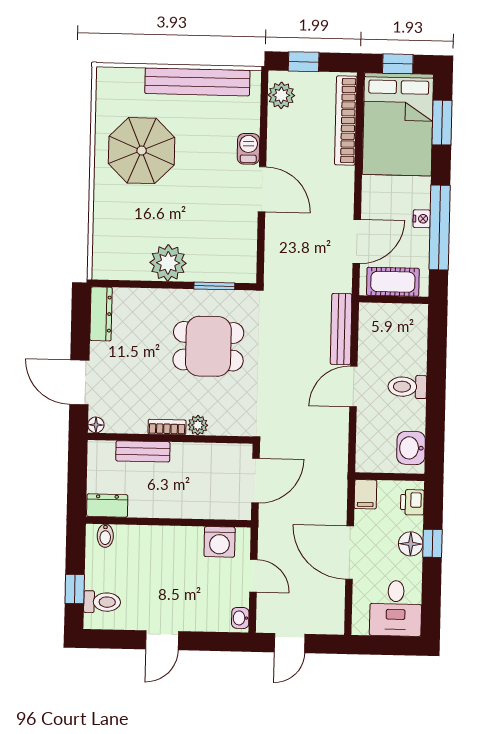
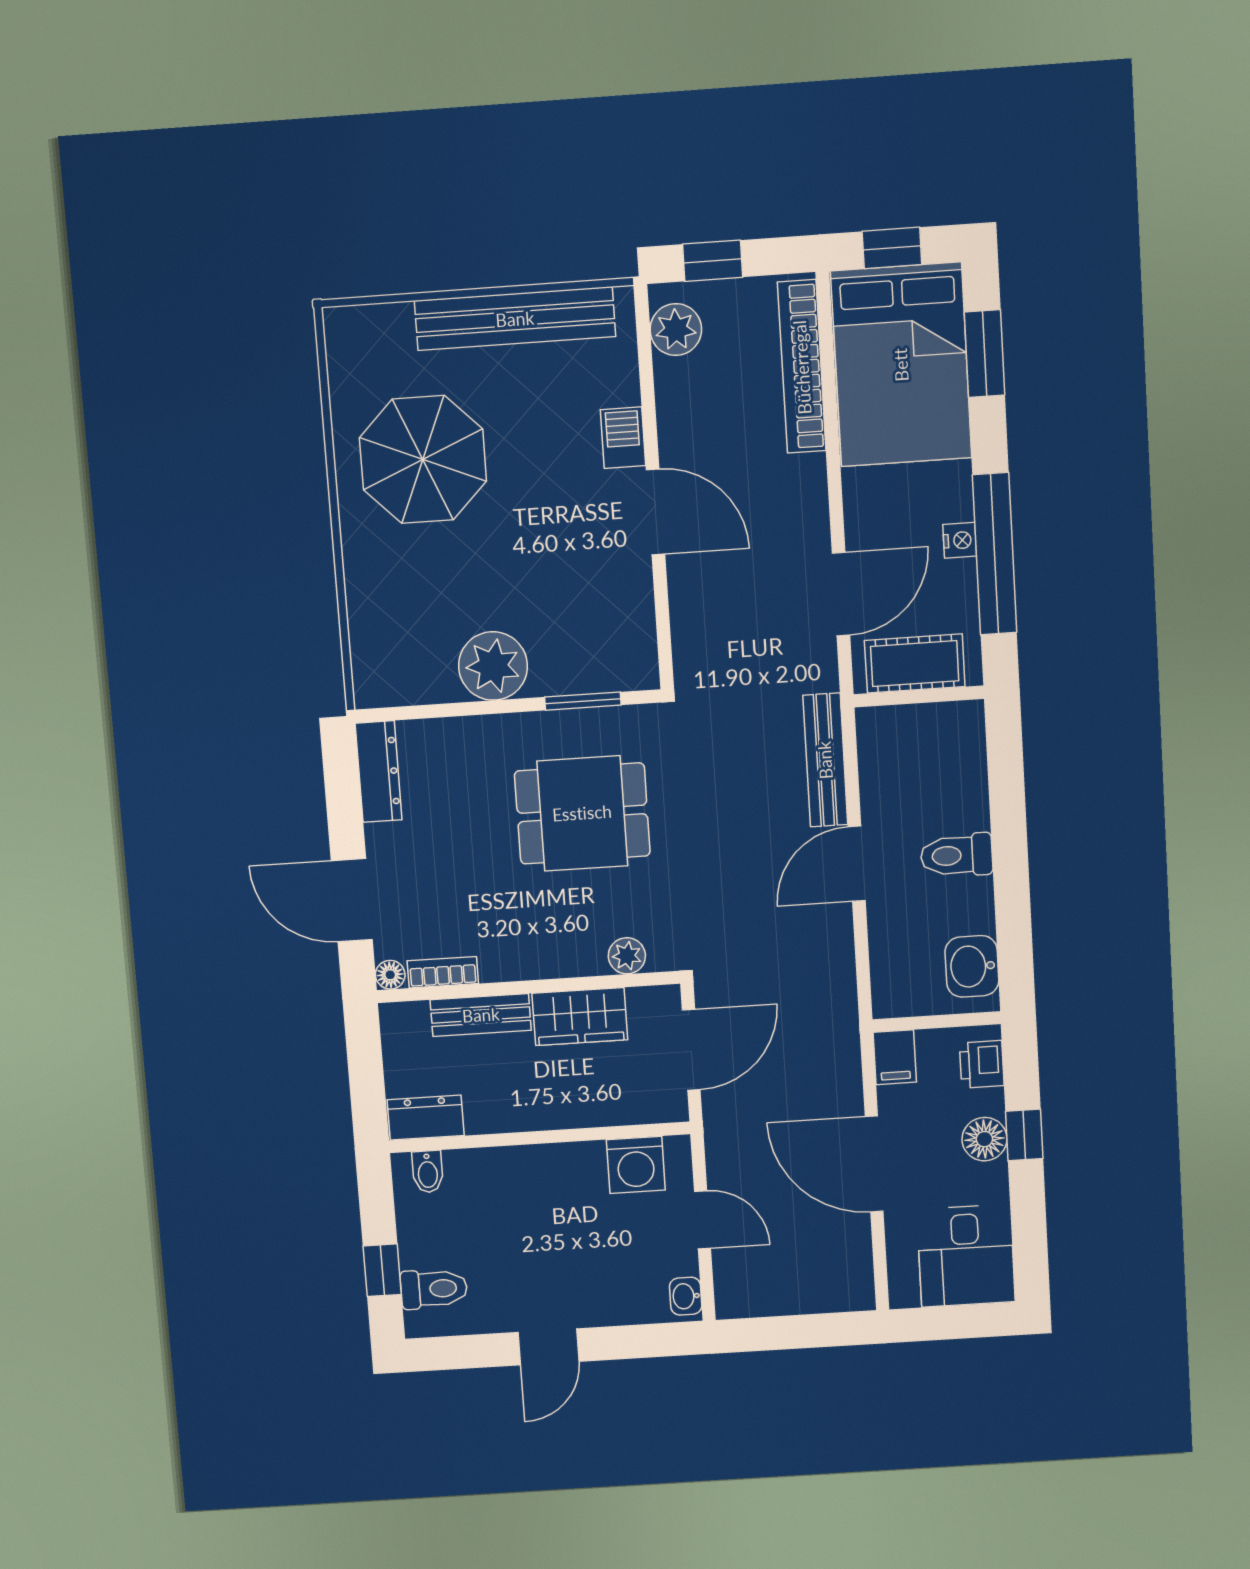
plant: (198, 425) -> (627, 956), moved
bookcase: (167, 427) -> (443, 972), moved
wardrobe: (197, 457) -> (580, 1017), added
door: (290, 643) -> (779, 1333), removed

